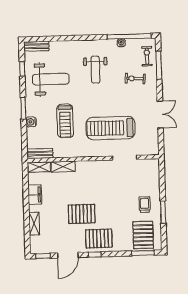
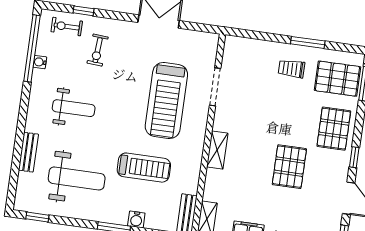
bench: (36, 46) -> (28, 152), moved
window: (159, 65) -> (83, 11), width x0.46
window: (22, 69) -> (37, 217), moved
weight bench: (51, 79) -> (77, 178), turned 90
shelving: (63, 167) -> (217, 150), moved
pallet: (99, 239) -> (334, 129), moved

